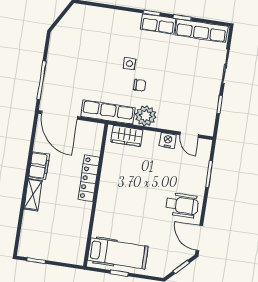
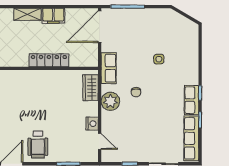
side table: (129, 63) -> (159, 59), moved
row of seats: (108, 112) -> (109, 68), width x0.68
door: (189, 135) -> (100, 141), swing flipped

